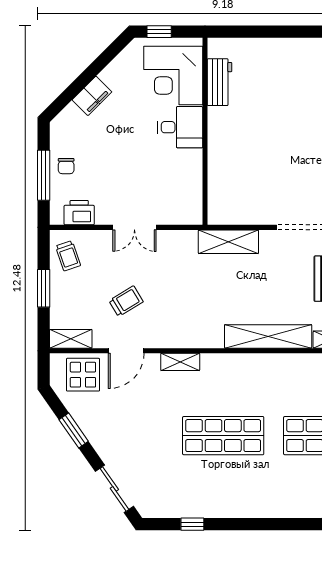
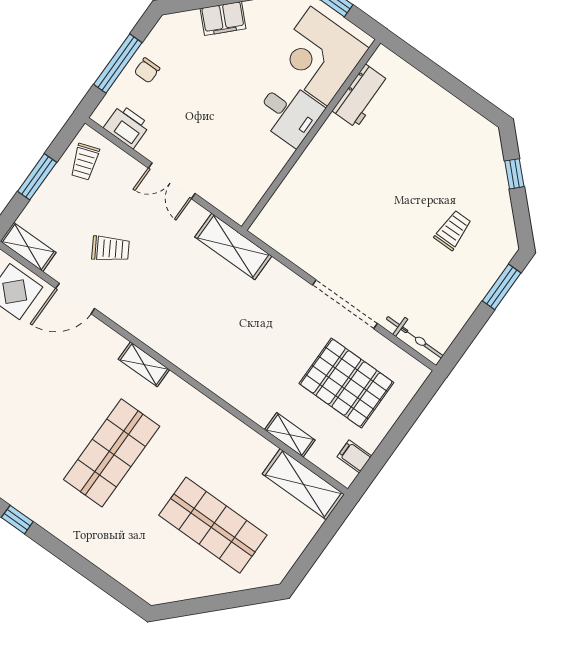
shelving: (228, 242) -> (233, 246), moved
shelving: (268, 336) -> (228, 386), removed
shelving: (180, 362) -> (144, 364), moved
shop shelf: (223, 436) -> (112, 453), turned 90

